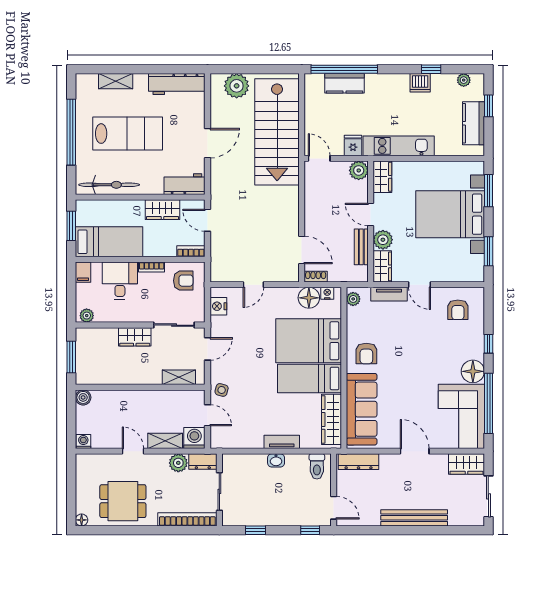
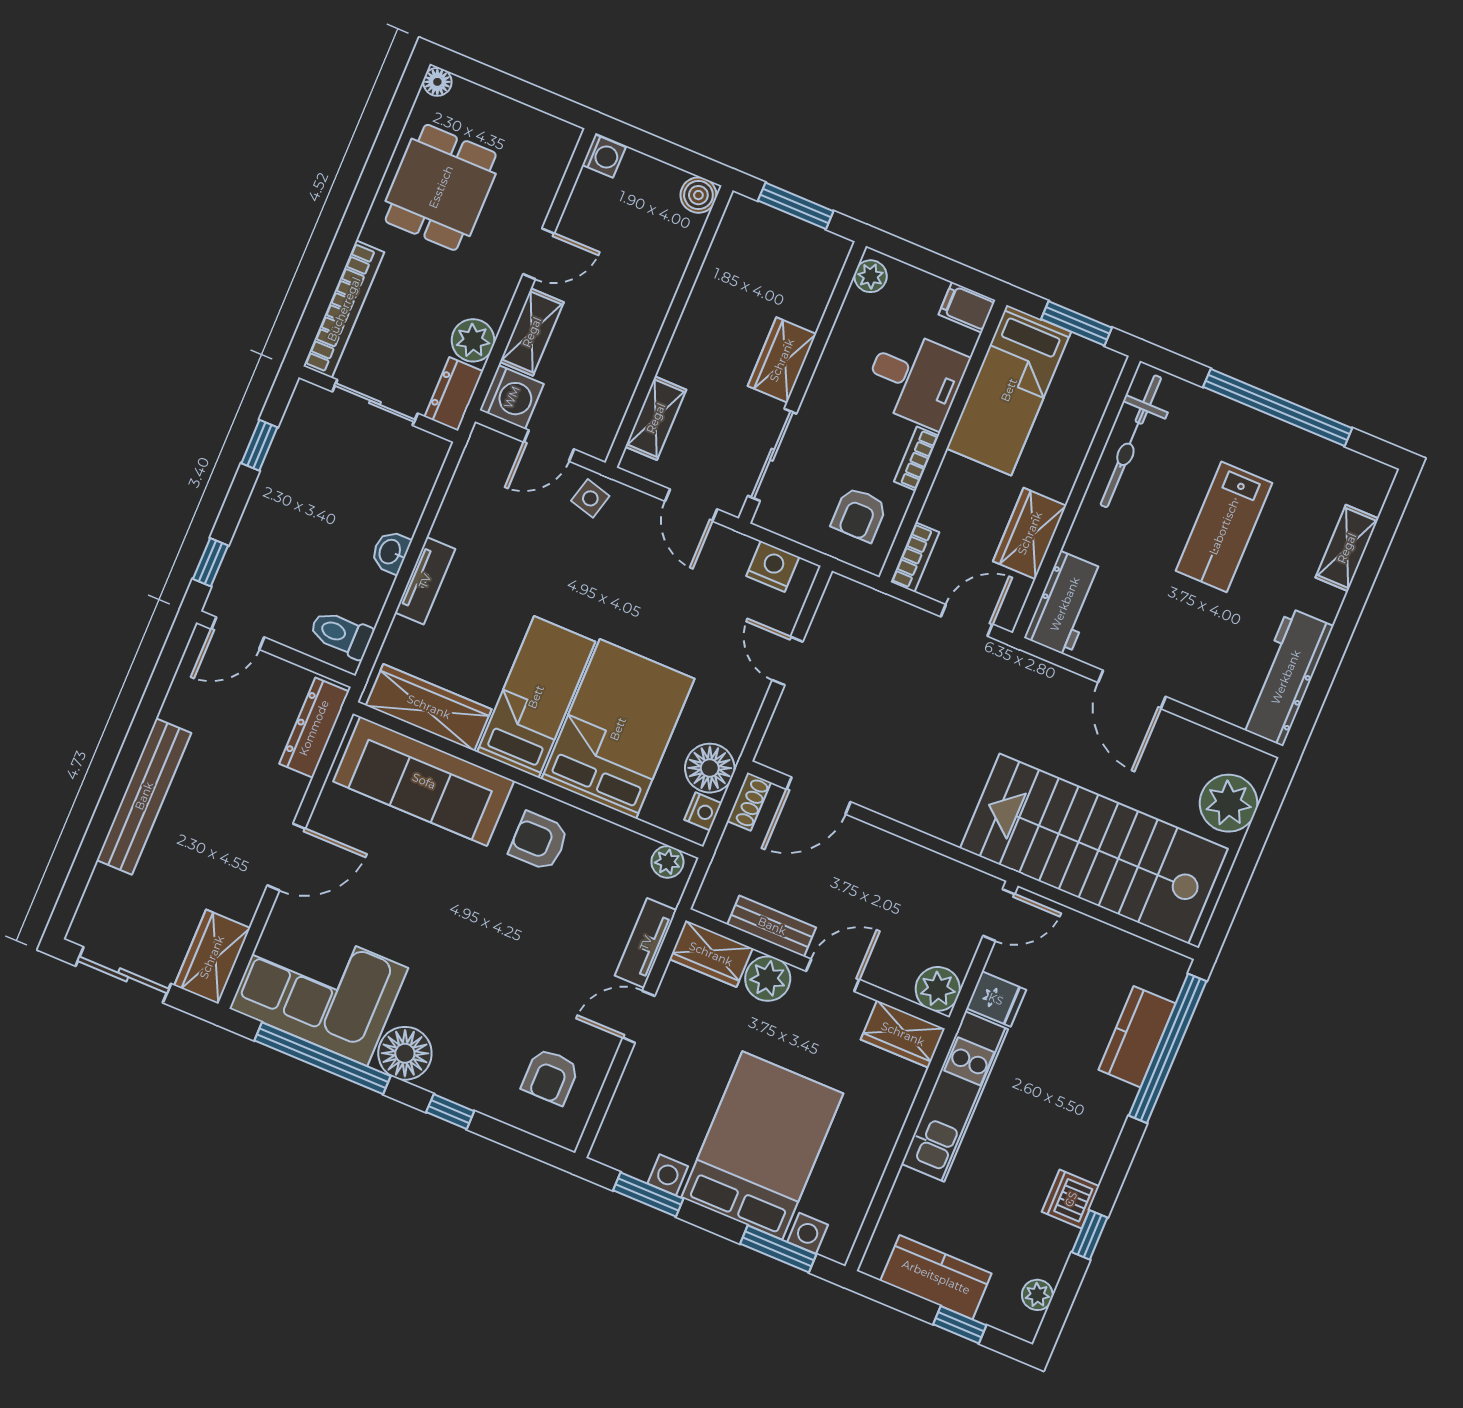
lab bench: (128, 134) -> (1224, 527), width x0.73, depth x0.72
armchair: (458, 310) -> (550, 1077), turned -90

